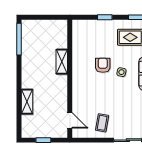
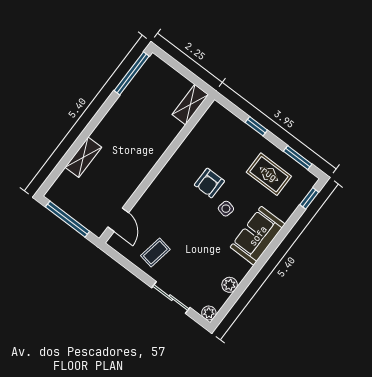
shelving: (62, 62) -> (190, 105), moved
armchair: (103, 65) -> (209, 183), turned 180
window: (43, 140) -> (68, 219), width x2.17

